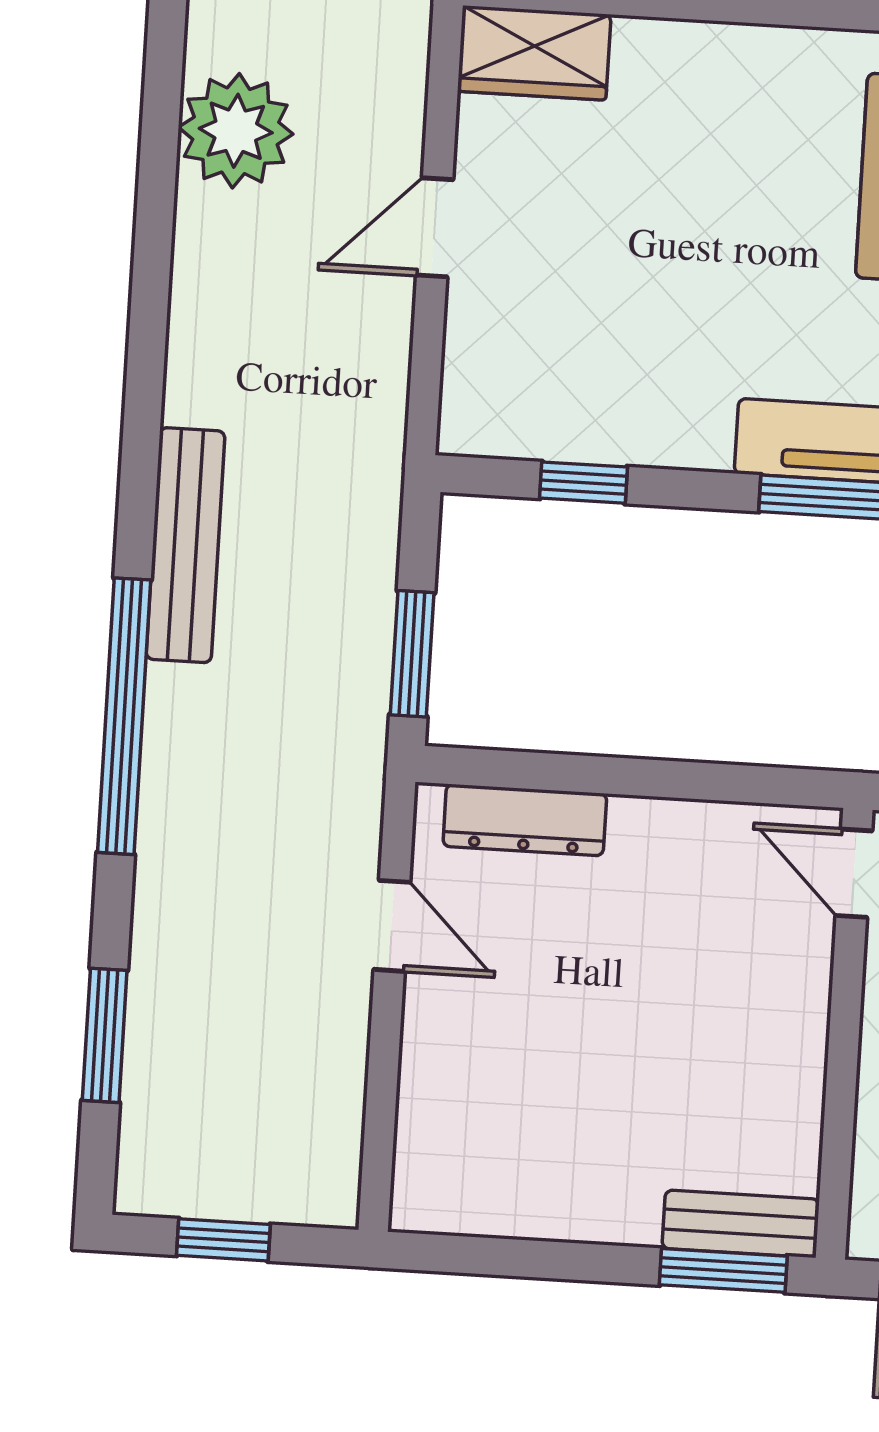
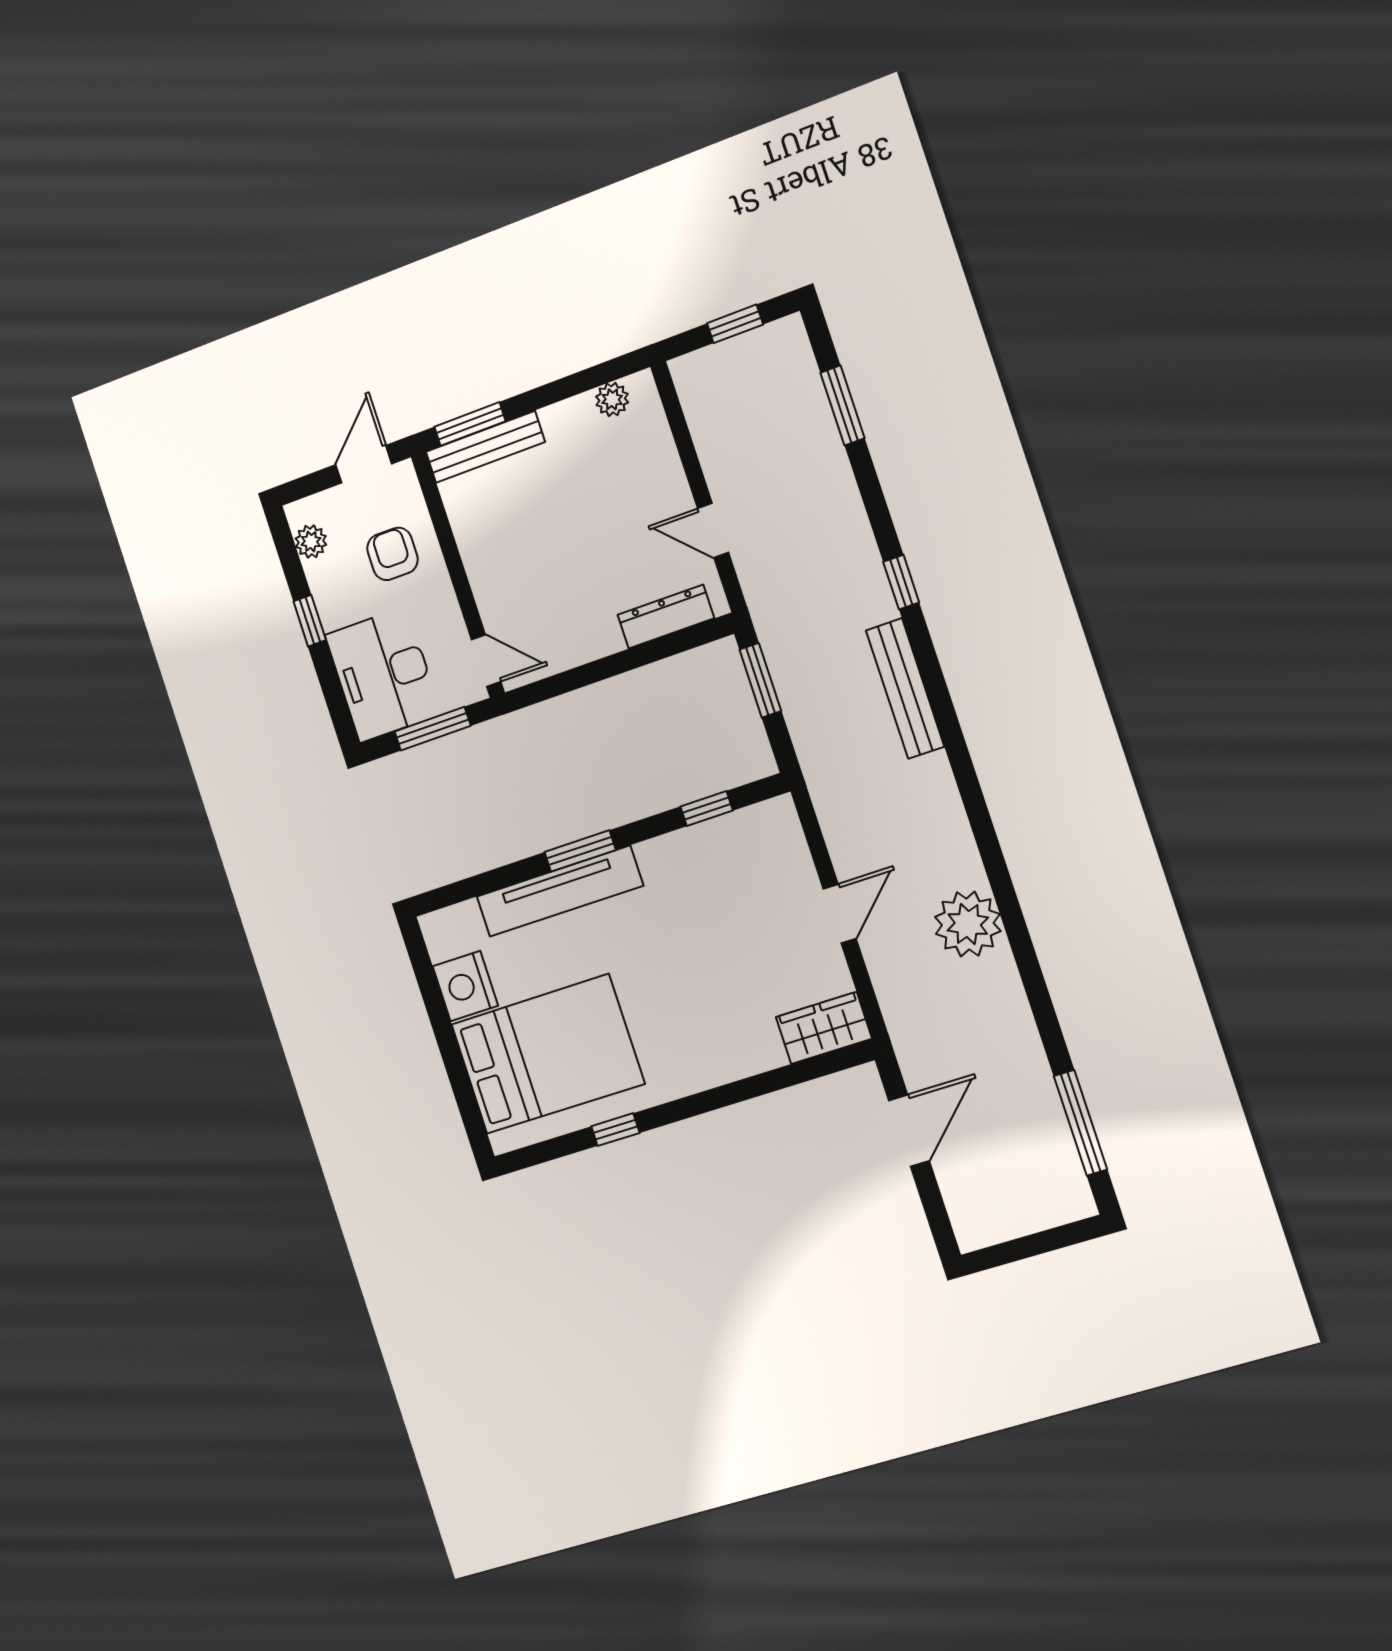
window: (124, 716) -> (901, 582), width x0.32
plant: (471, 1207) -> (612, 399), added
bench: (741, 1224) -> (485, 447), width x1.36

